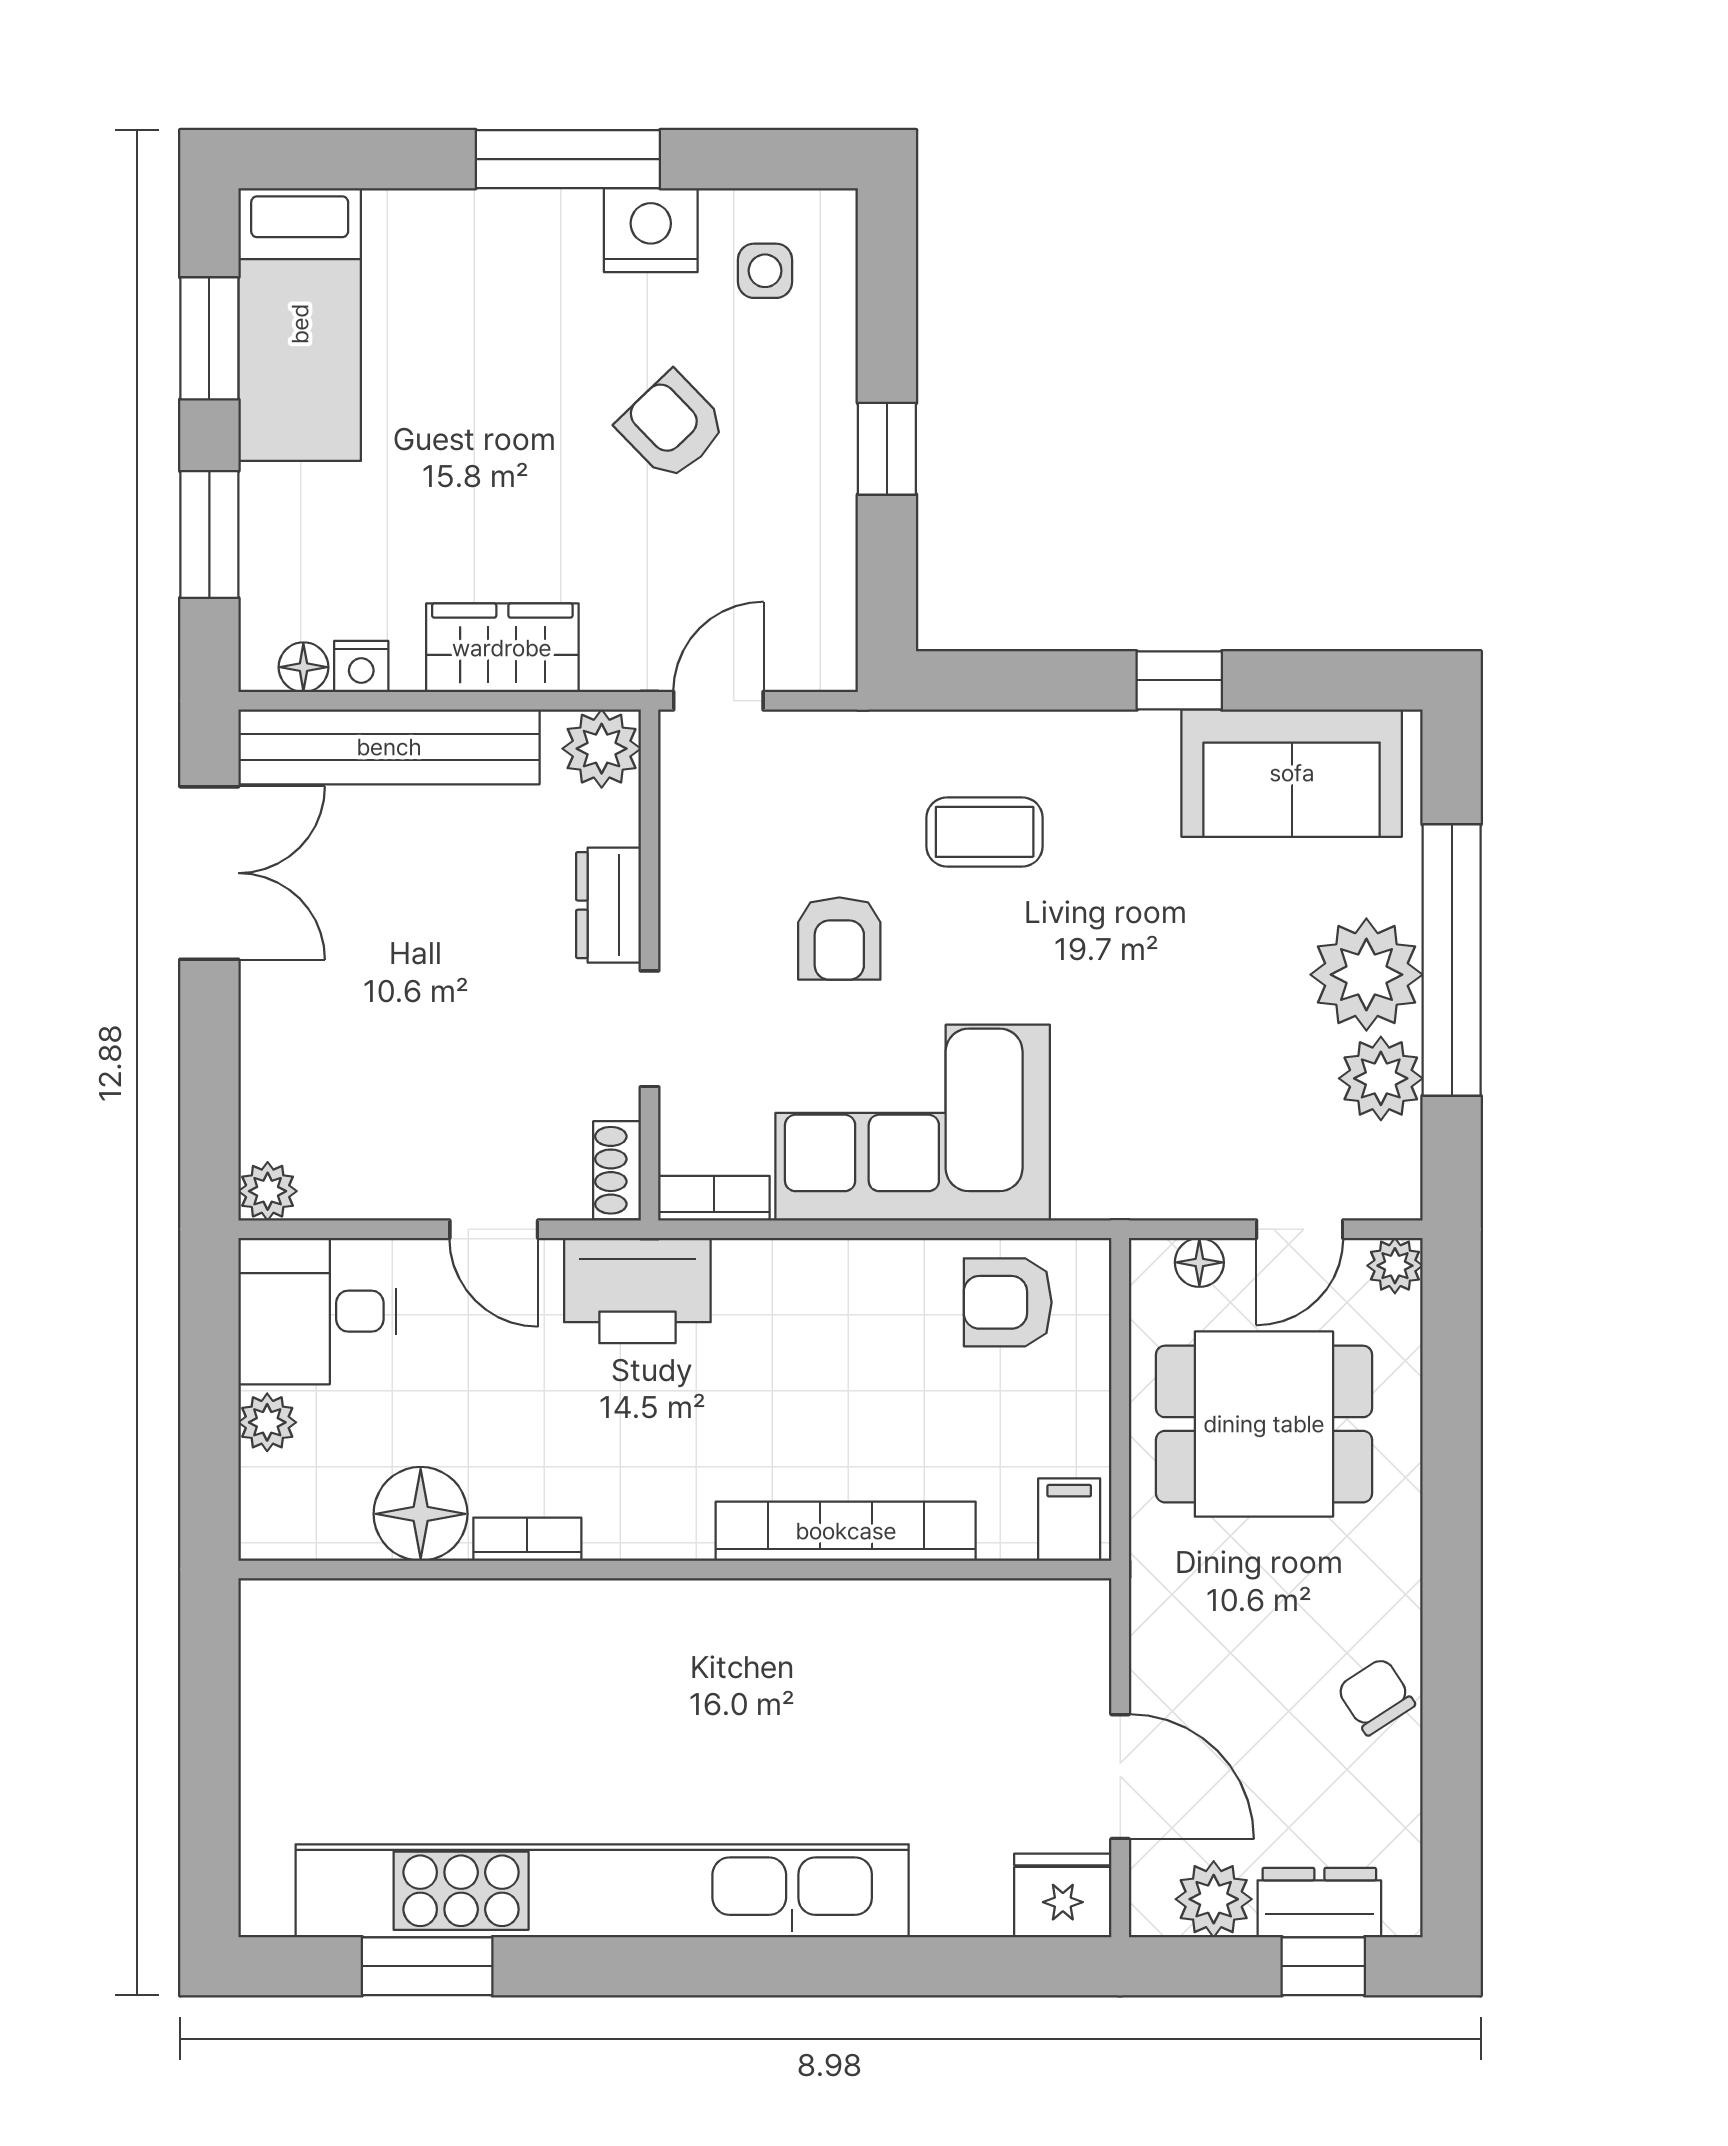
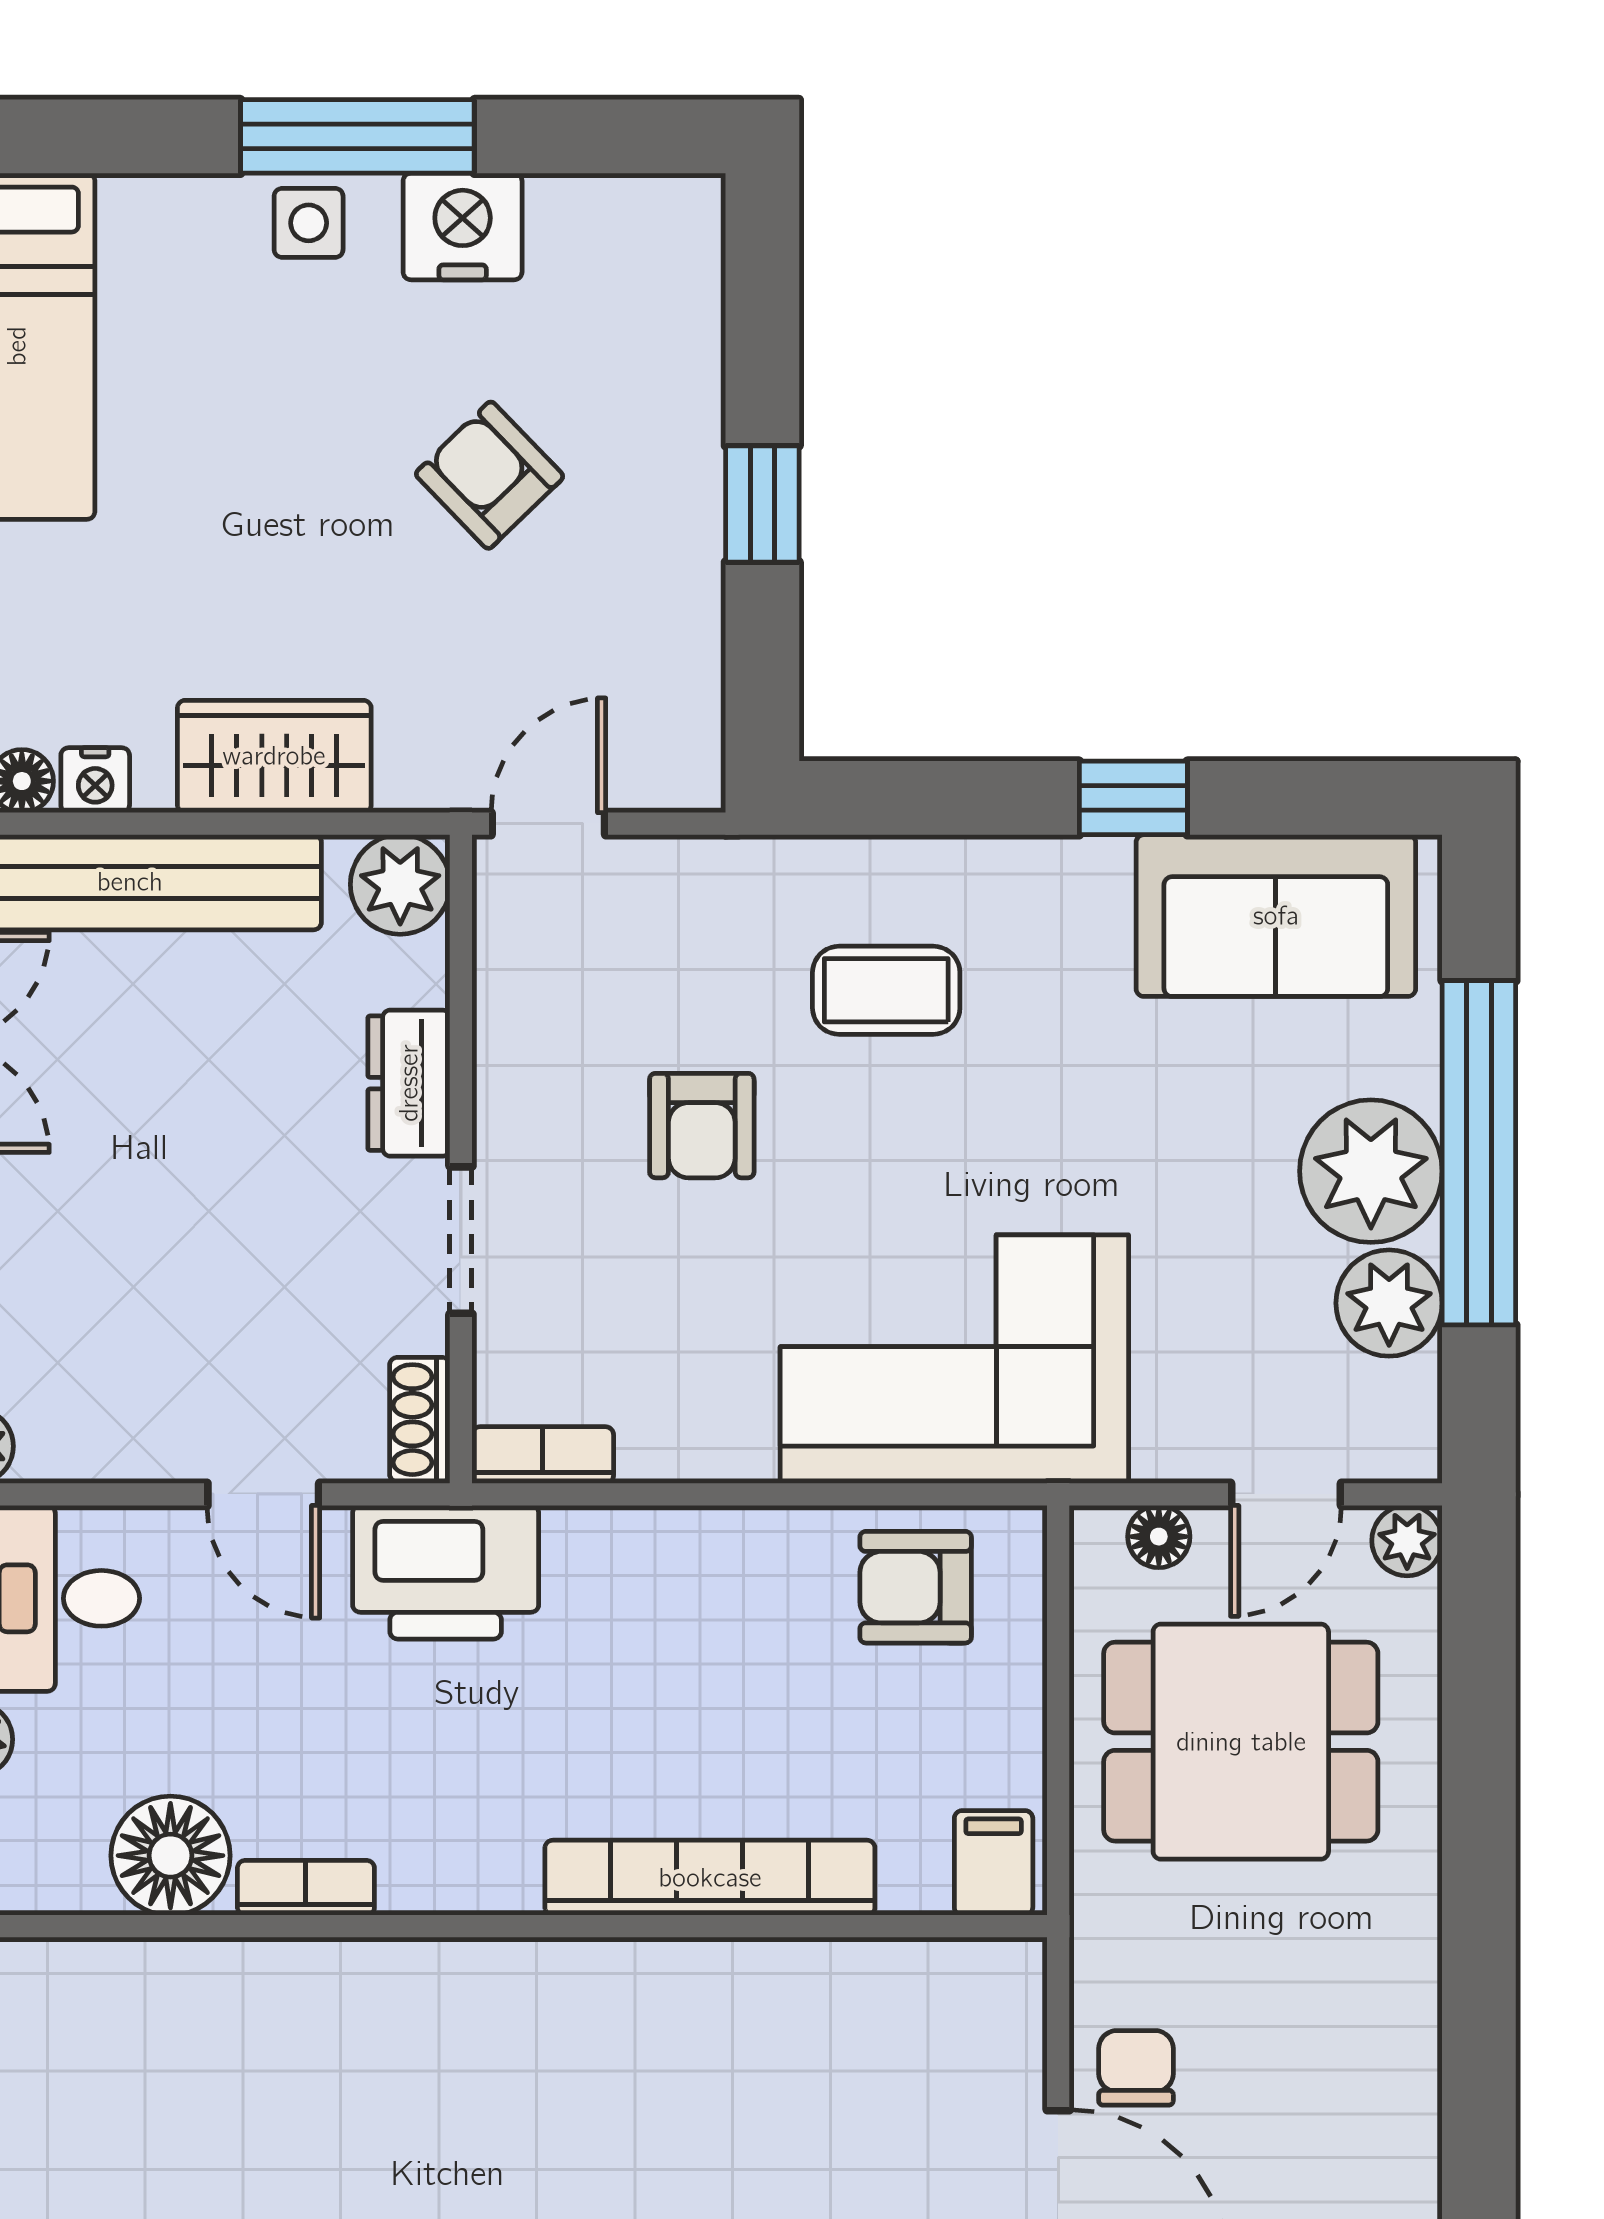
side table: (765, 271) -> (309, 223), moved
corner sofa: (913, 1123) -> (954, 1359), moved
chair: (1376, 1696) -> (1136, 2068), moved, turned 33

